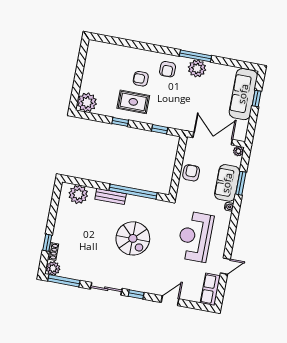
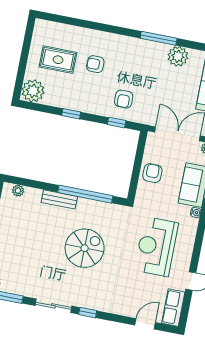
plant: (197, 68) -> (178, 56), moved
armchair: (168, 69) -> (124, 99), moved
rug: (133, 102) -> (58, 60), moved
plant: (78, 194) -> (18, 191), width x0.53, depth x0.53
spiral stairs: (133, 238) -> (85, 248), turned -90
door: (170, 301) -> (145, 324), moved

